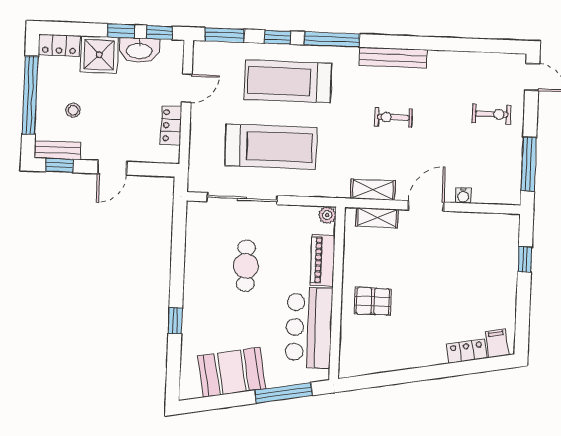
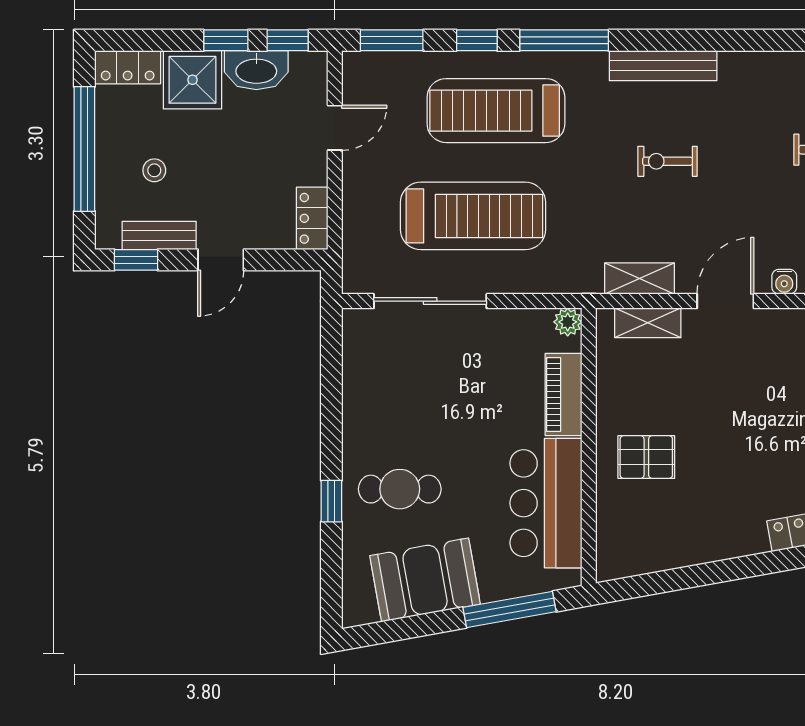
locker: (171, 125) -> (312, 218), moved
bench: (57, 150) -> (159, 235), moved
cafe table: (246, 266) -> (400, 489), moved, turned 90

